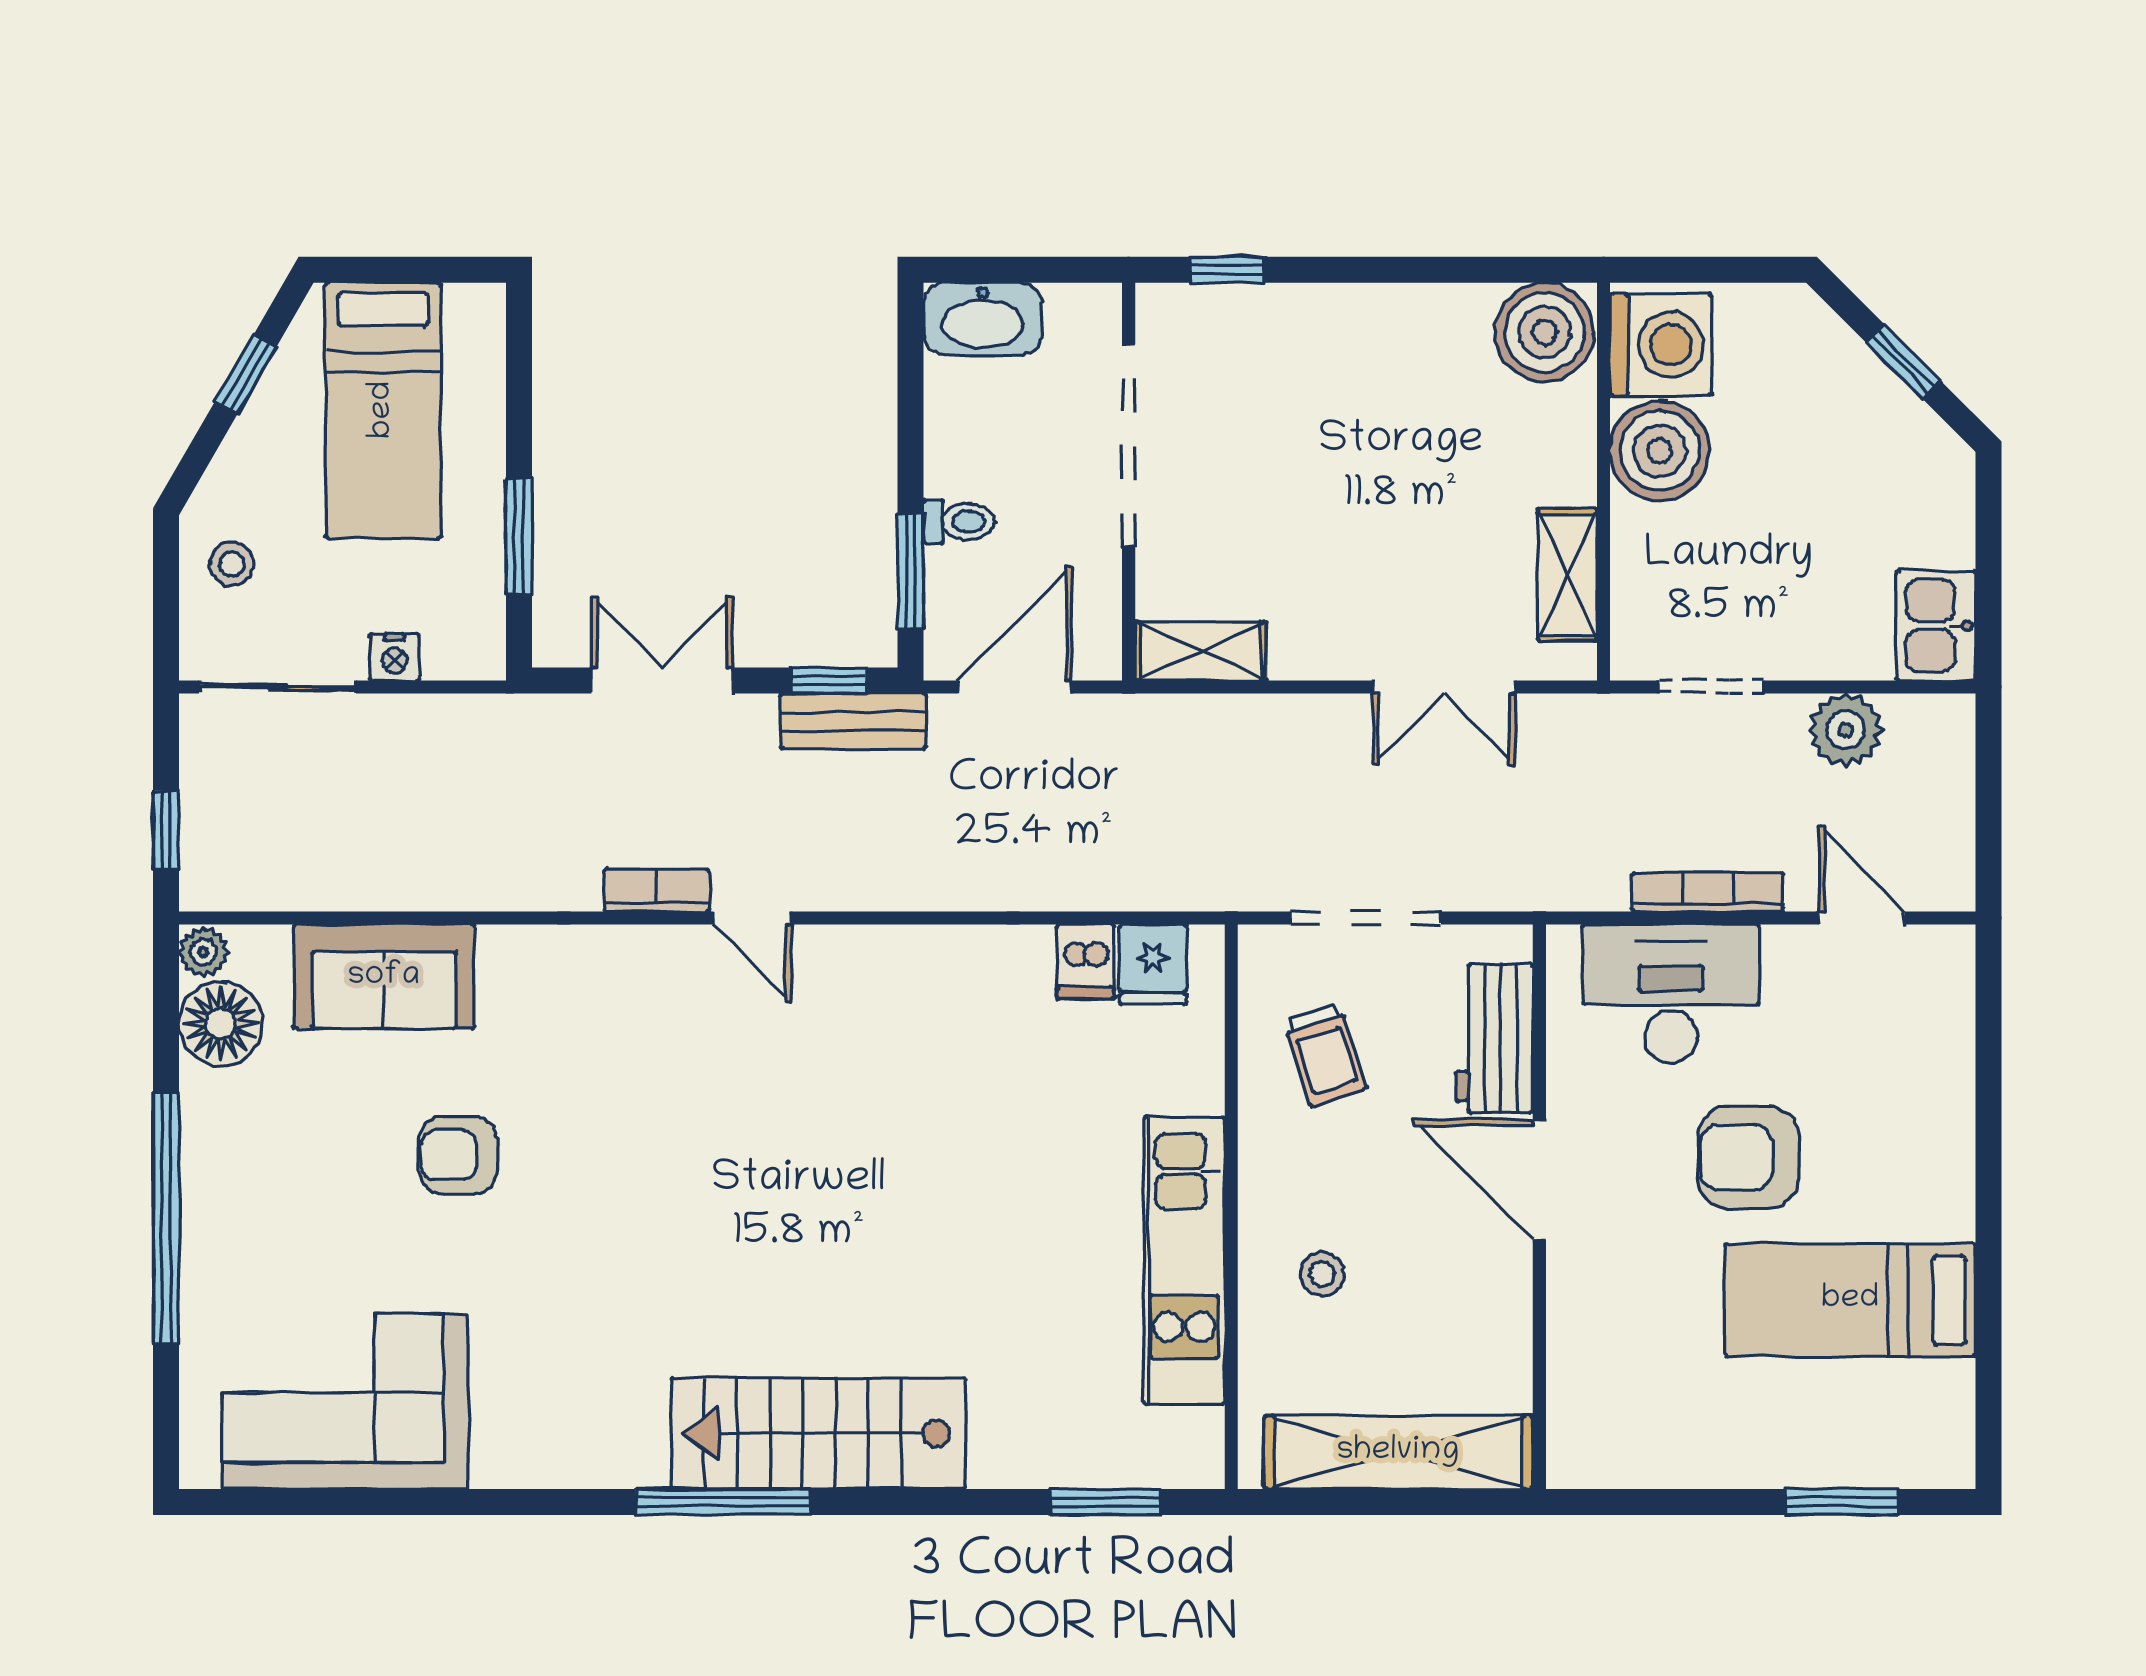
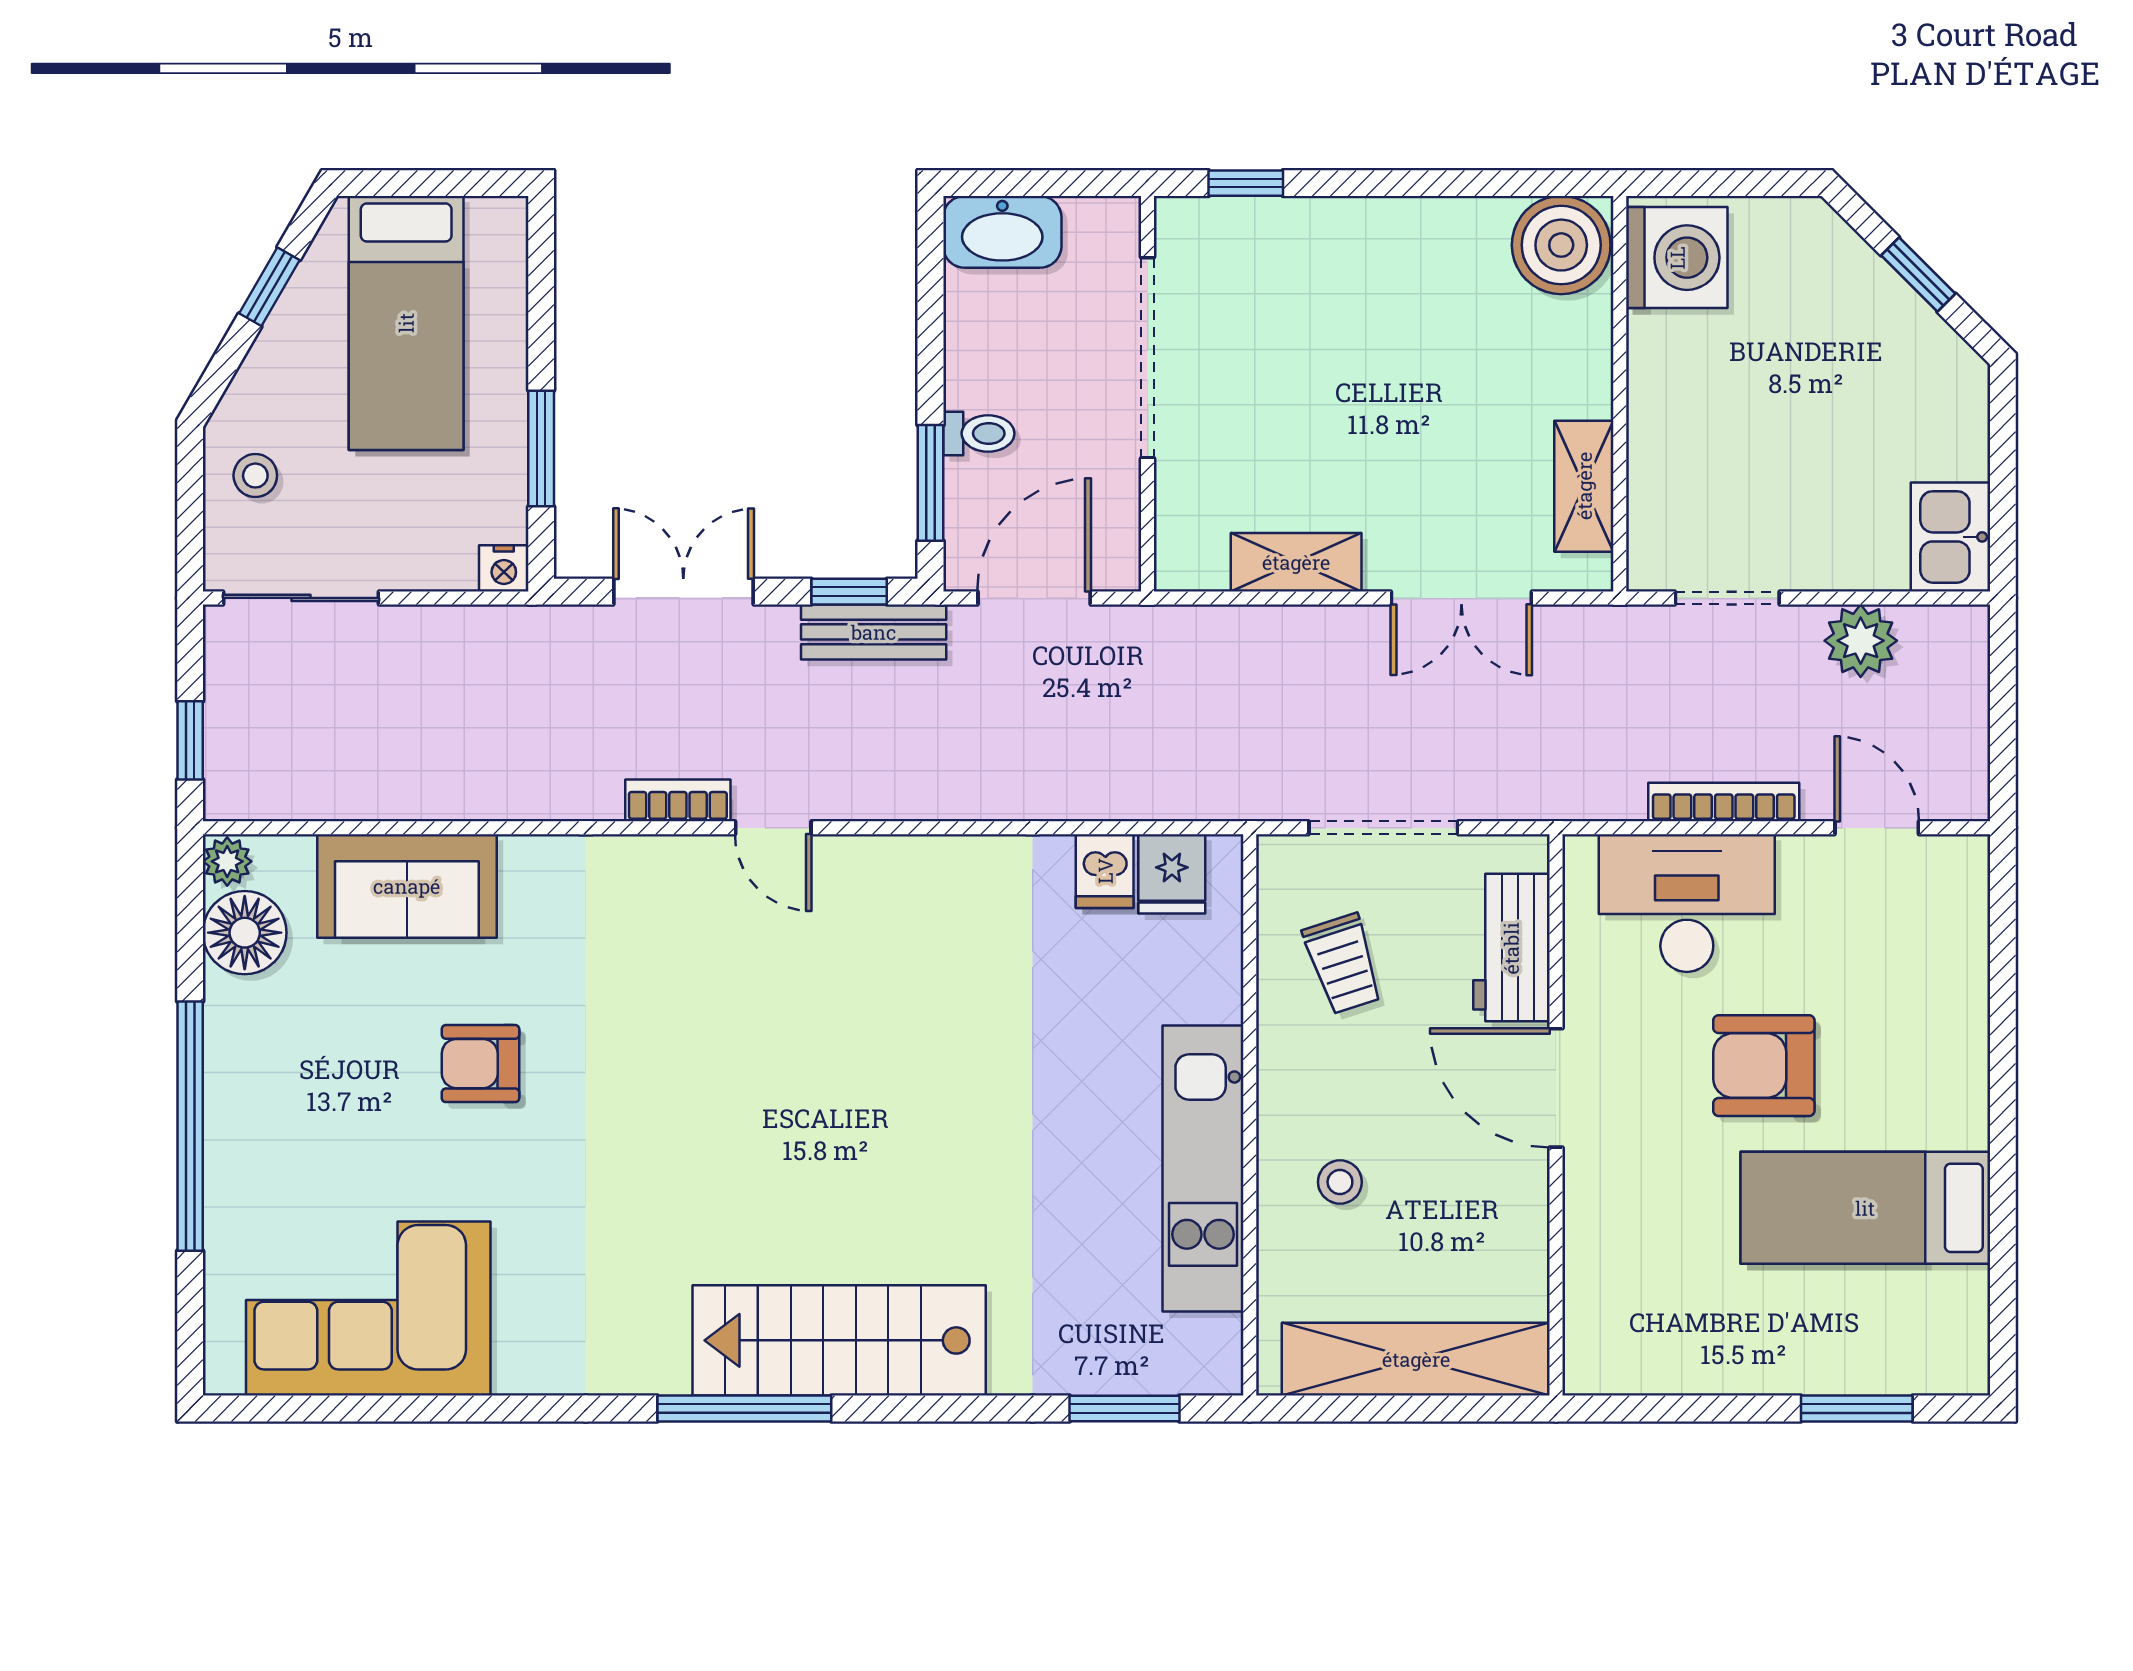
boiler: (1660, 451) -> (1676, 363), removed
shelving: (1201, 651) -> (1296, 562), moved
nightstand: (394, 657) -> (504, 568), moved

